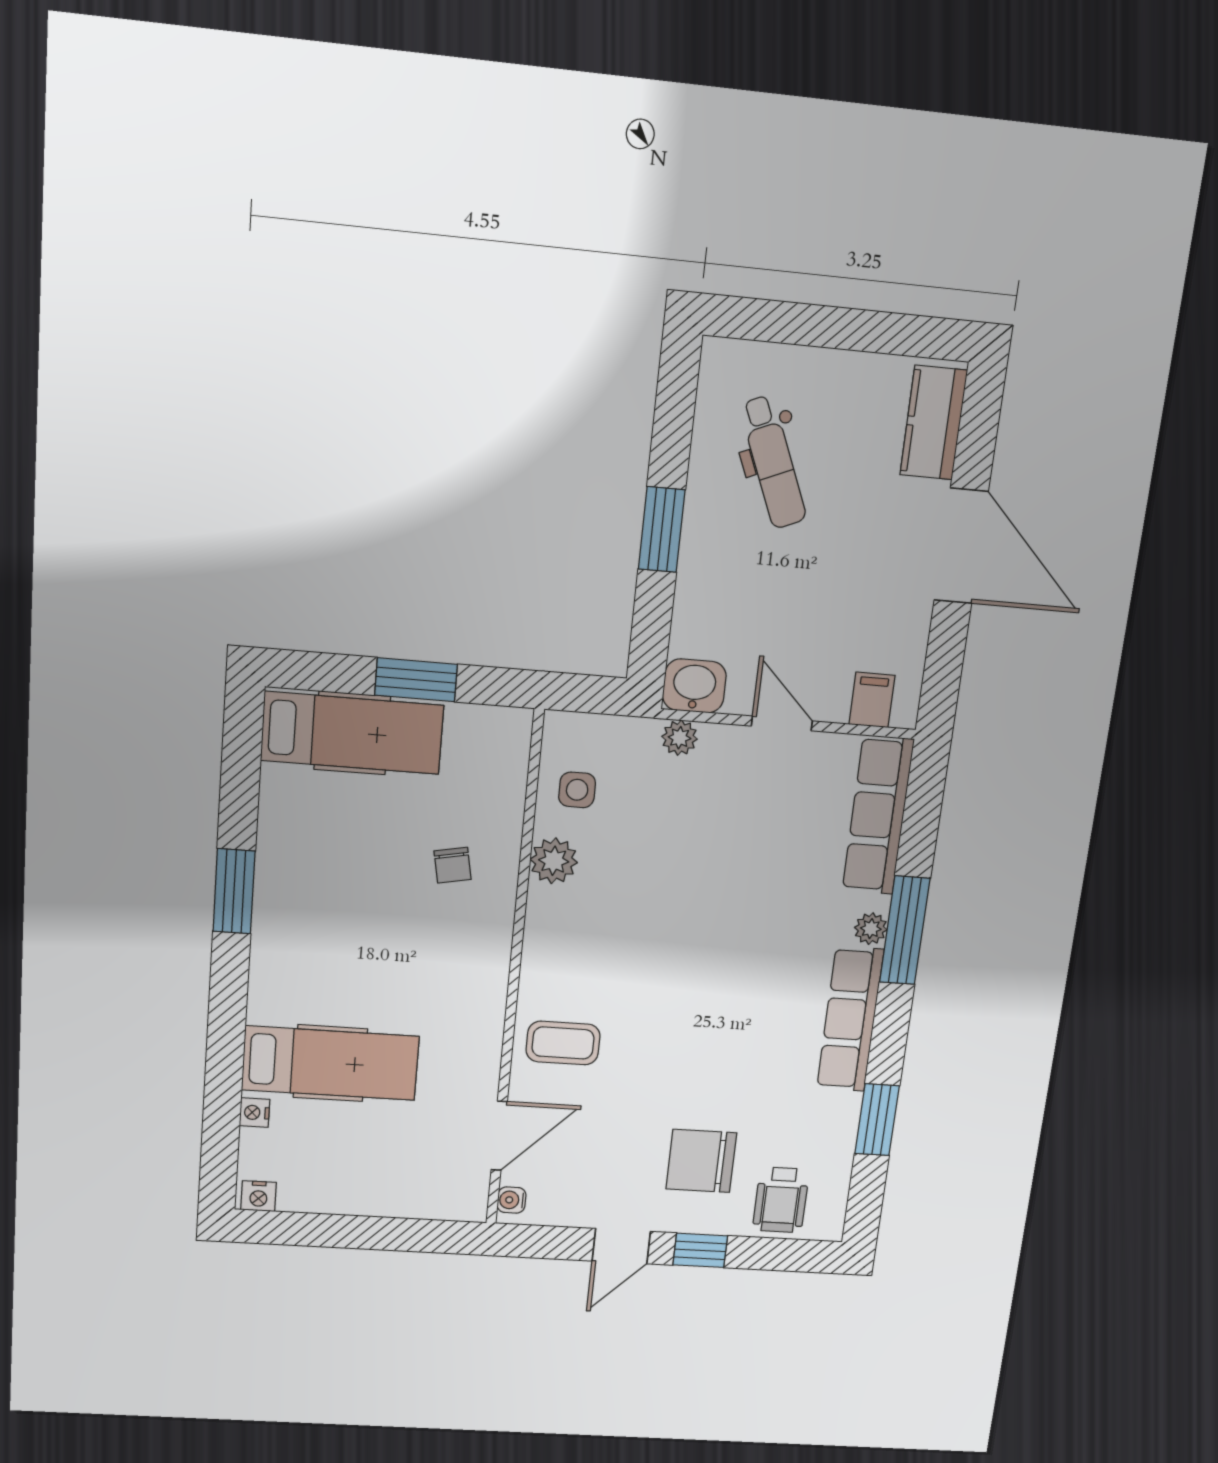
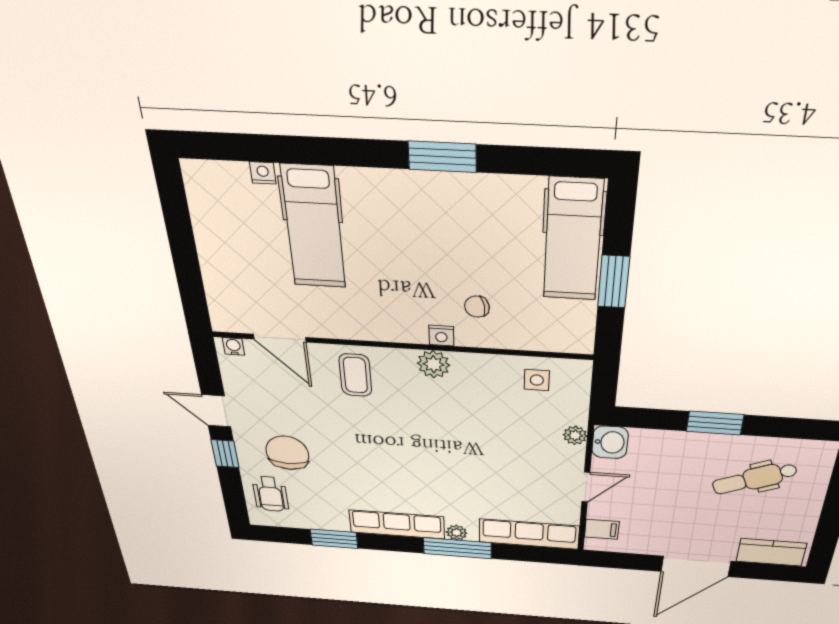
plant: (554, 861) -> (433, 364), moved
nightstand: (259, 1196) -> (441, 336), moved, turned -90
wheelchair: (781, 1200) -> (270, 494), turned -90

